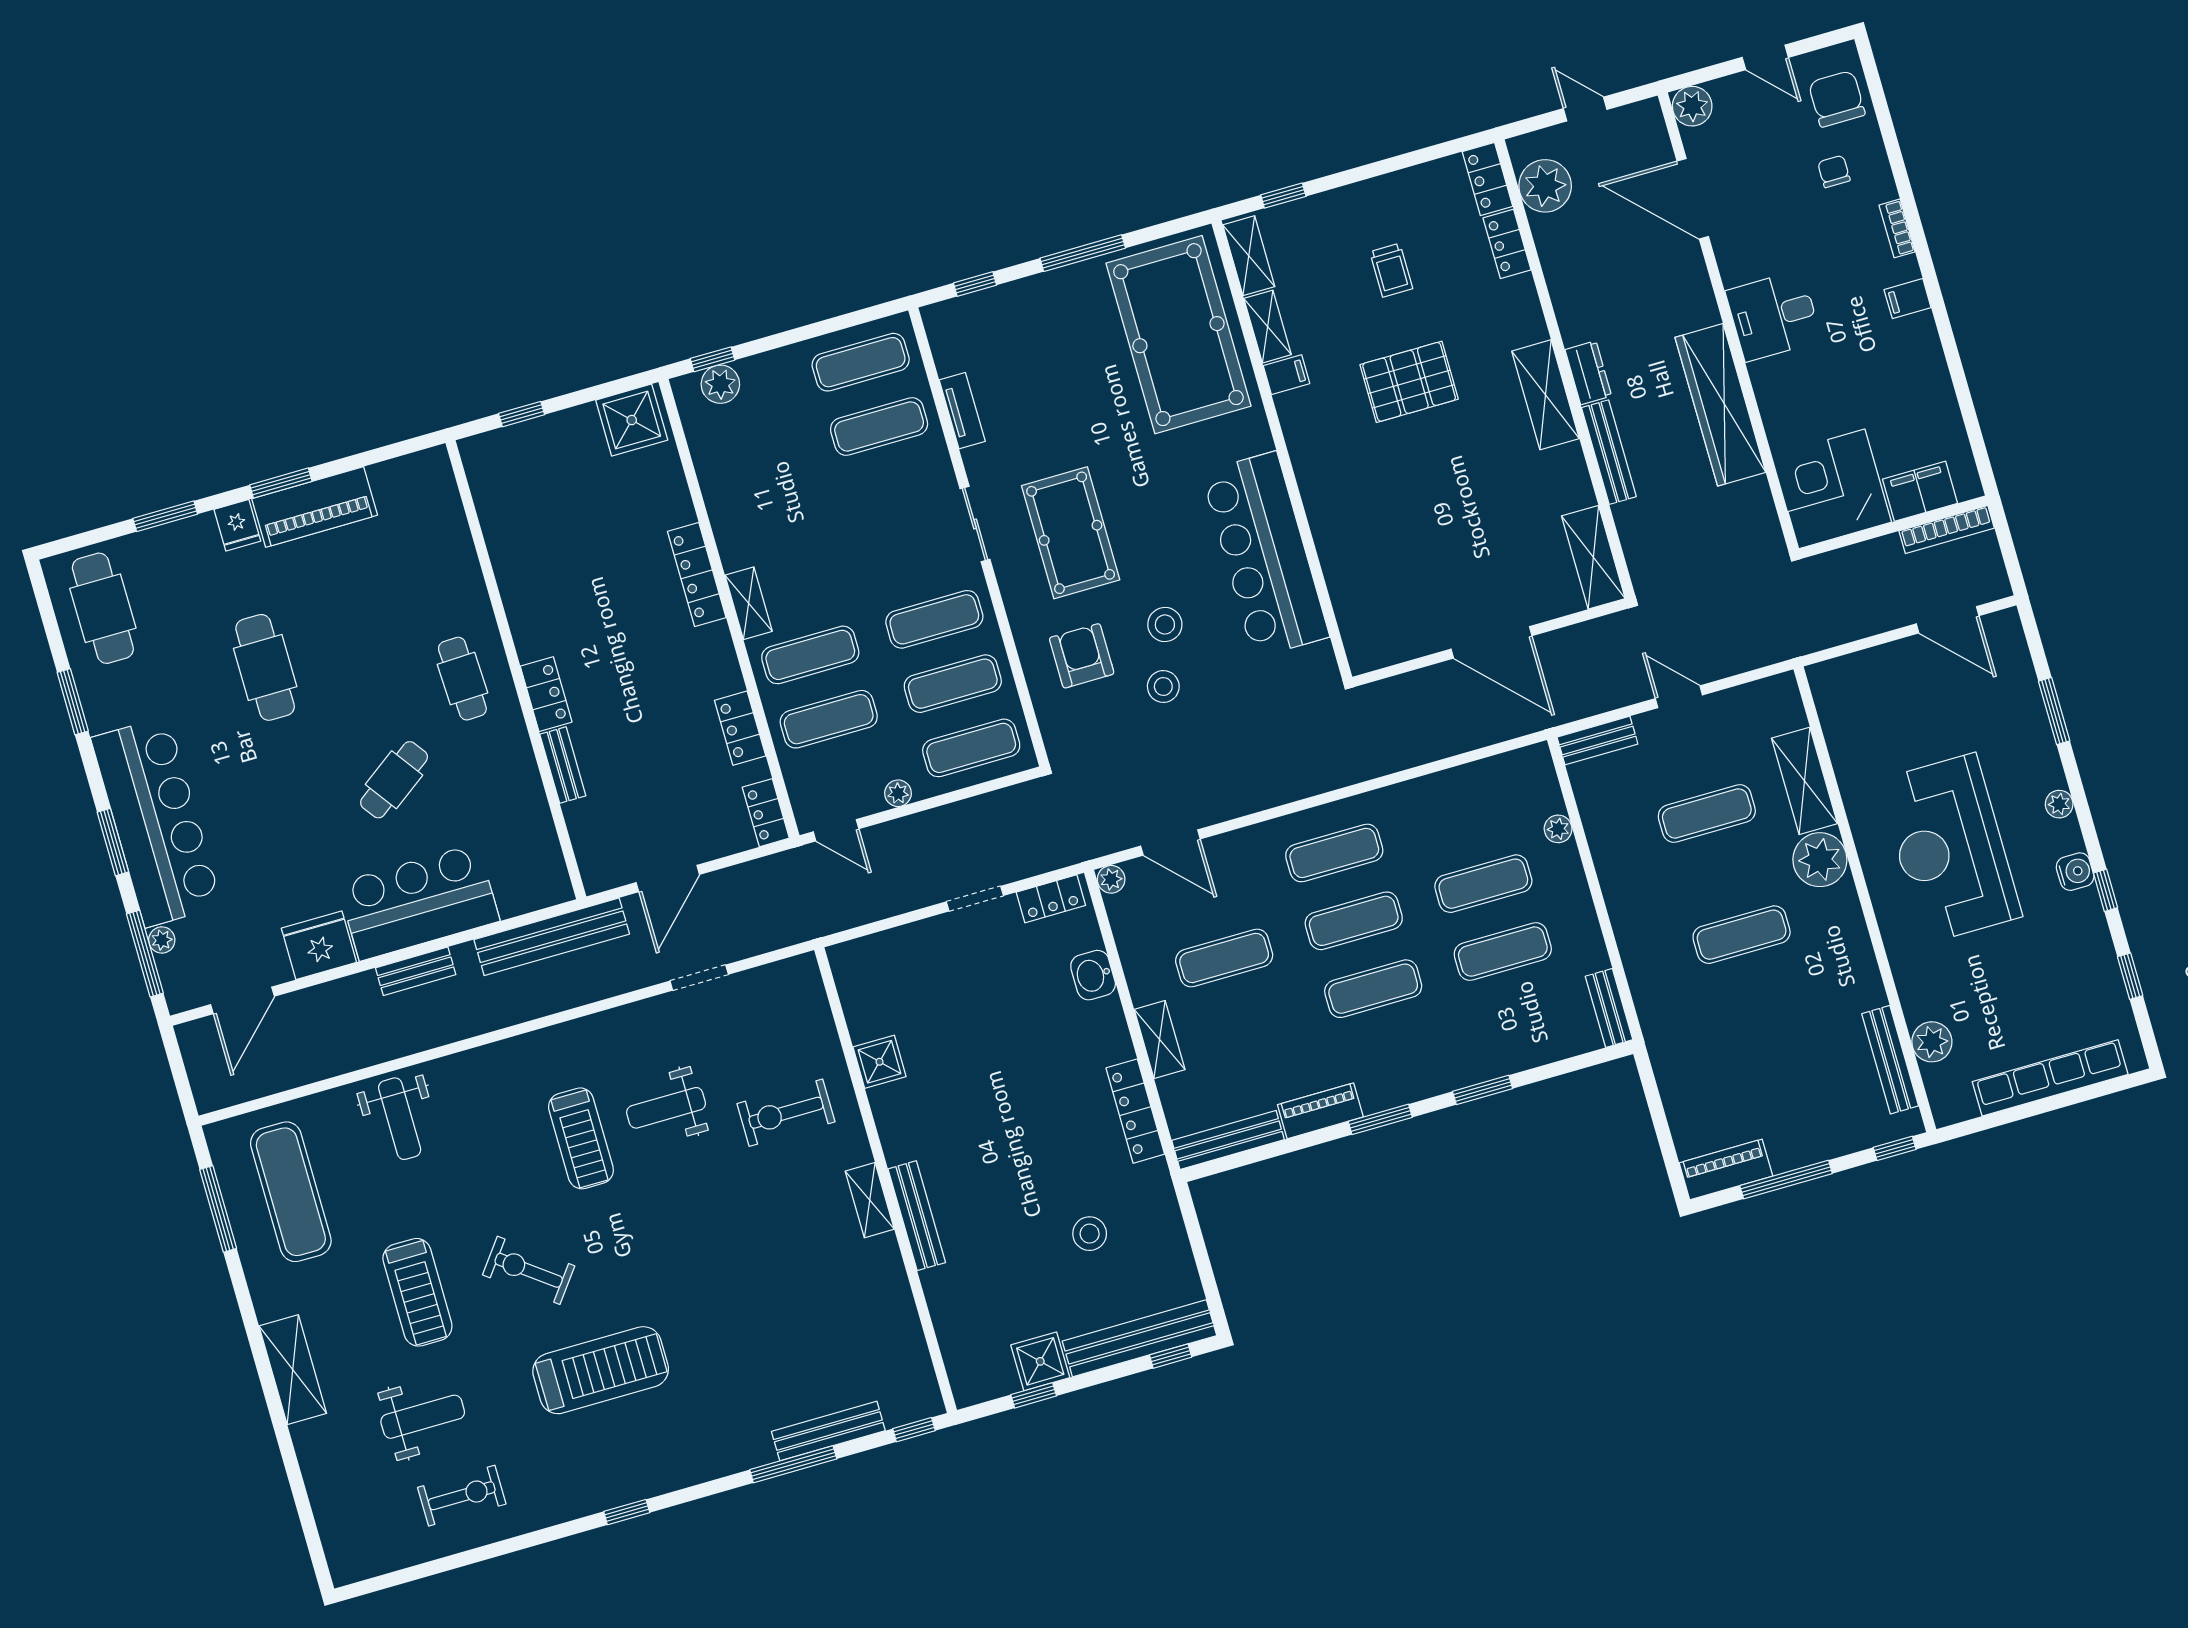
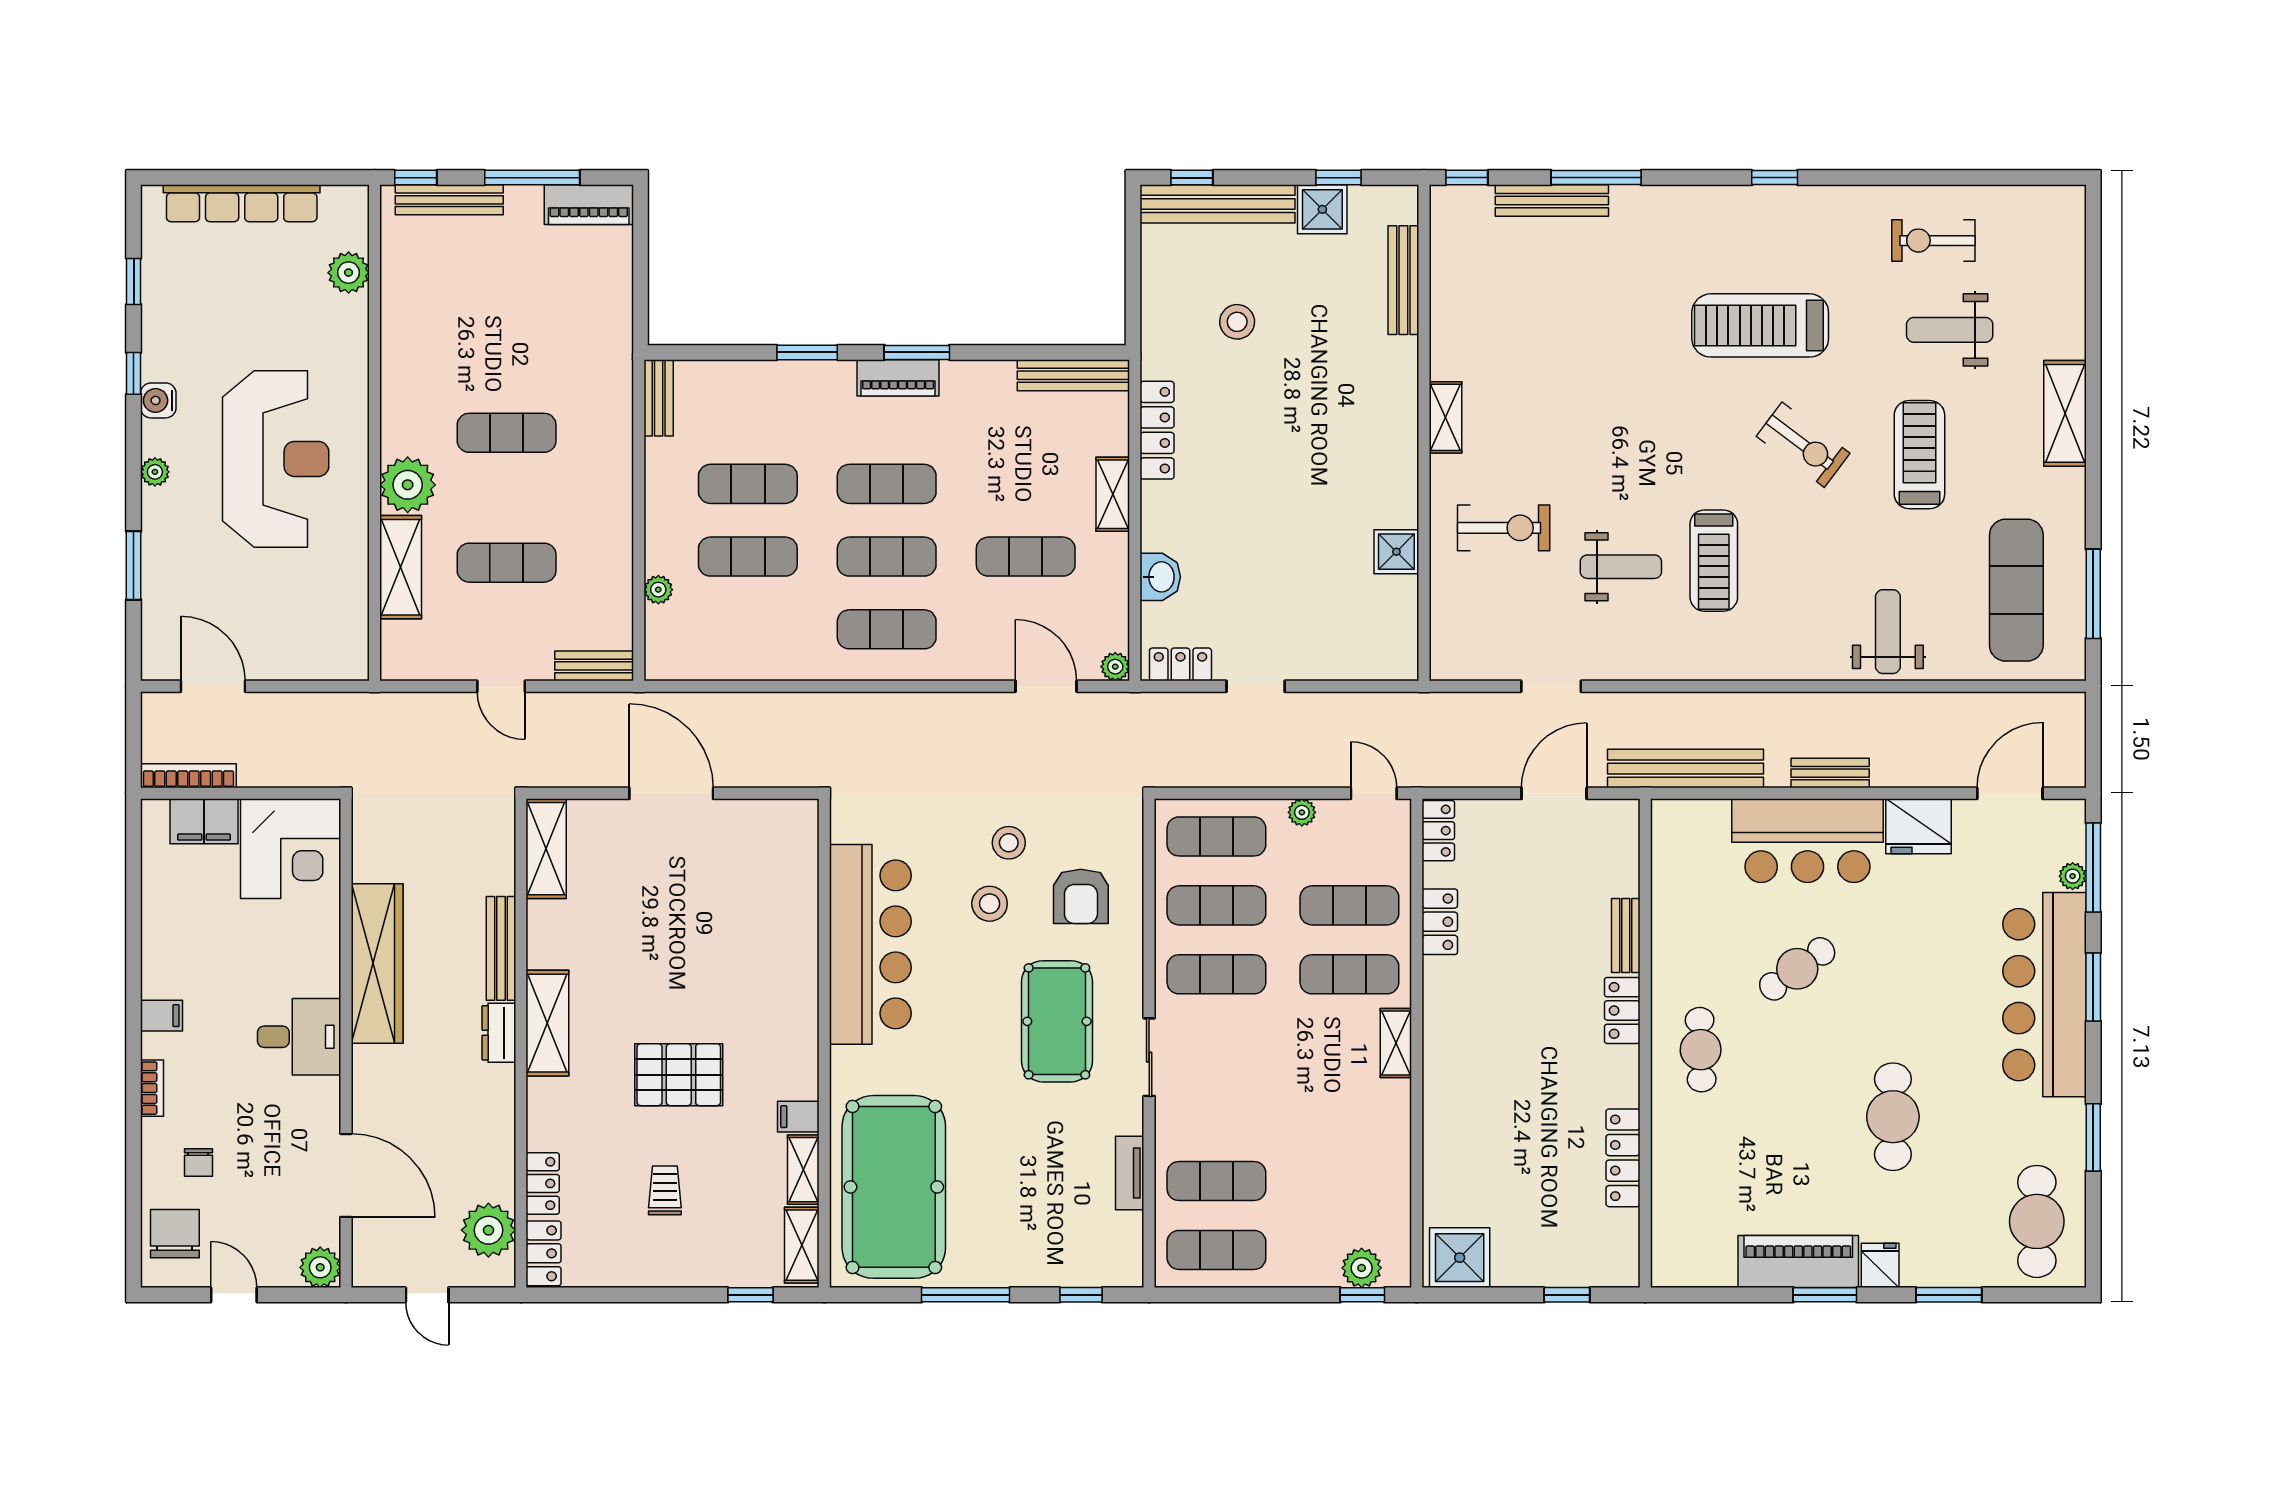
chair: (1837, 99) -> (175, 1234), turned 180
locker: (697, 574) -> (1623, 1158), moved, turned 180
bench: (1890, 1060) -> (449, 200), moved, turned 90
piano: (1320, 1111) -> (898, 378), moved
treadmill: (581, 1138) -> (1714, 561), turned 180
bench: (917, 1216) -> (1403, 280), moved

